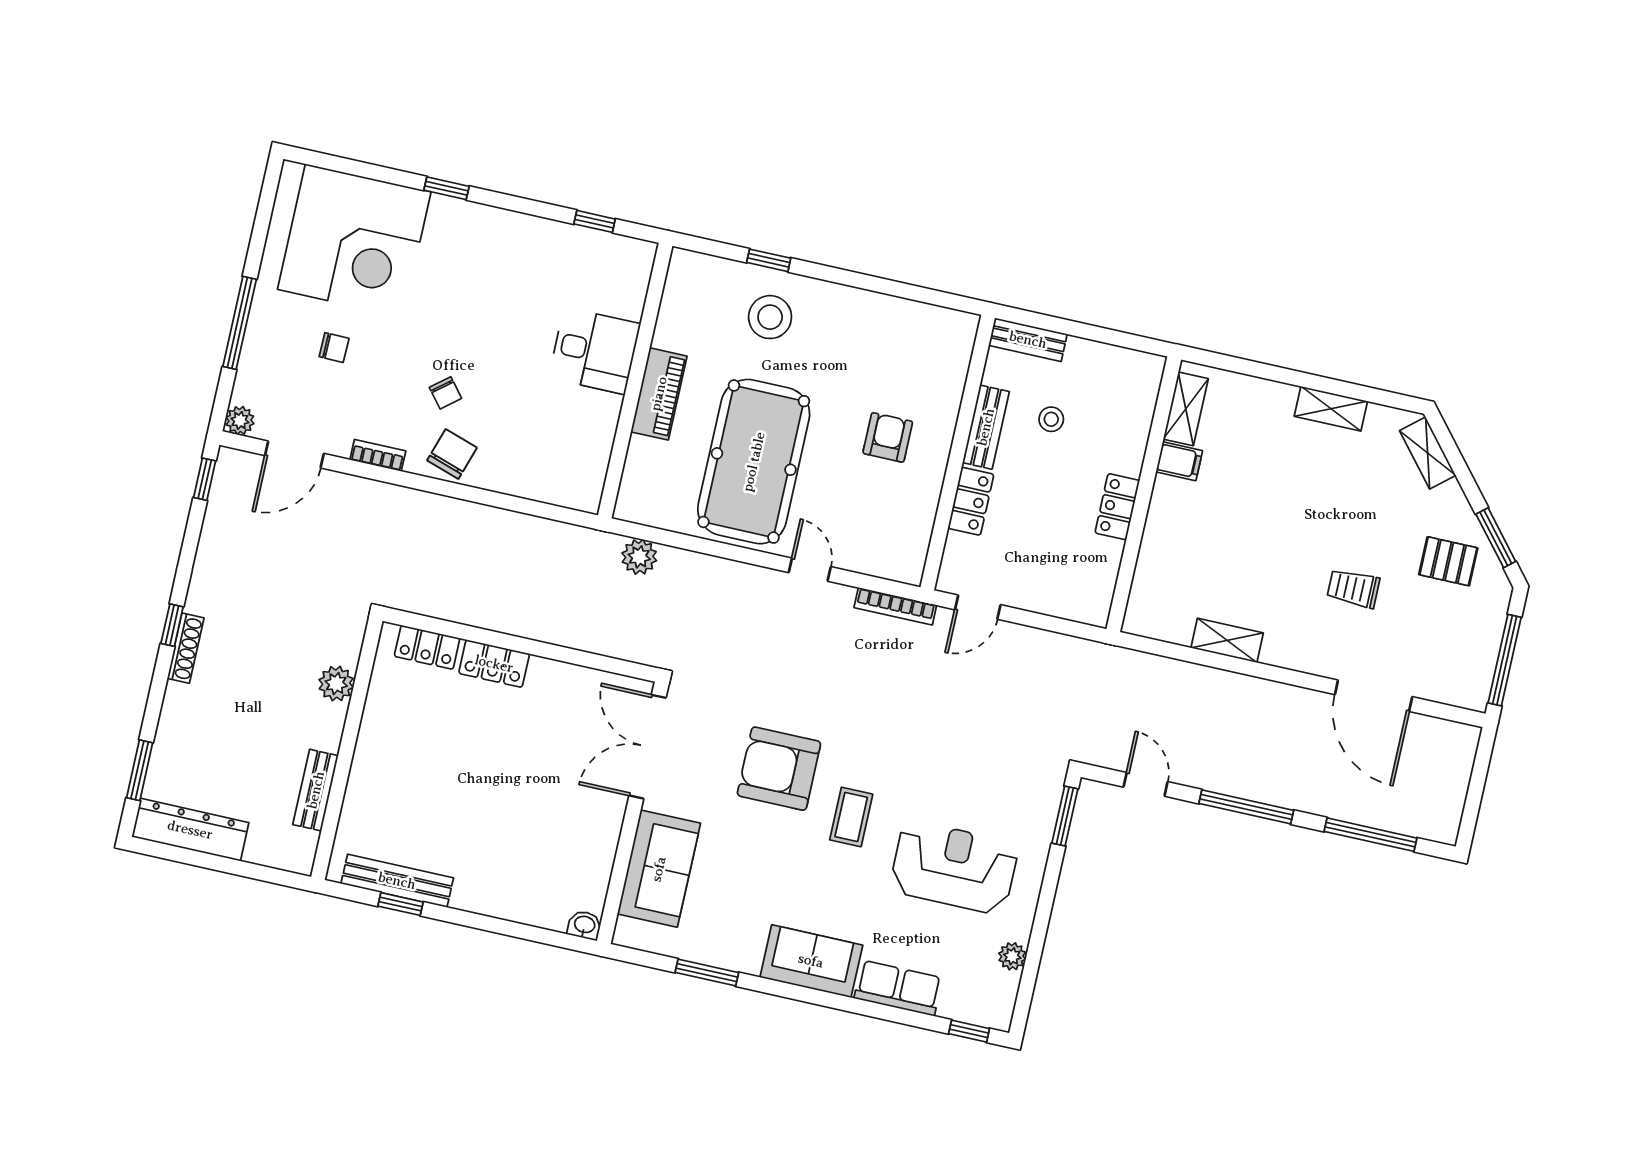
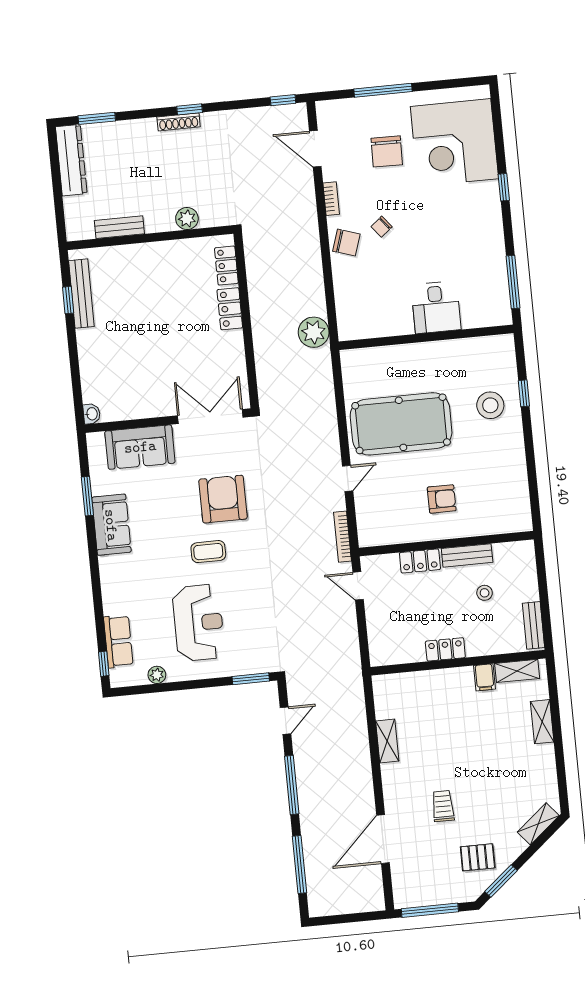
window: (595, 221) -> (513, 282), width x2.17
bench: (1028, 340) -> (533, 625), moved
chair: (334, 348) -> (387, 151), width x1.87, depth x1.87
piano: (659, 394) -> (423, 354), removed
shelving: (1331, 409) -> (542, 722), moved
plant: (240, 420) -> (325, 110), removed
plant: (639, 557) -> (314, 332), moved, width x1.36, depth x1.36
pallet: (1448, 561) -> (478, 857), turned 90
sofa: (811, 961) -> (111, 525), moved
row of seats: (898, 988) -> (118, 641), moved

